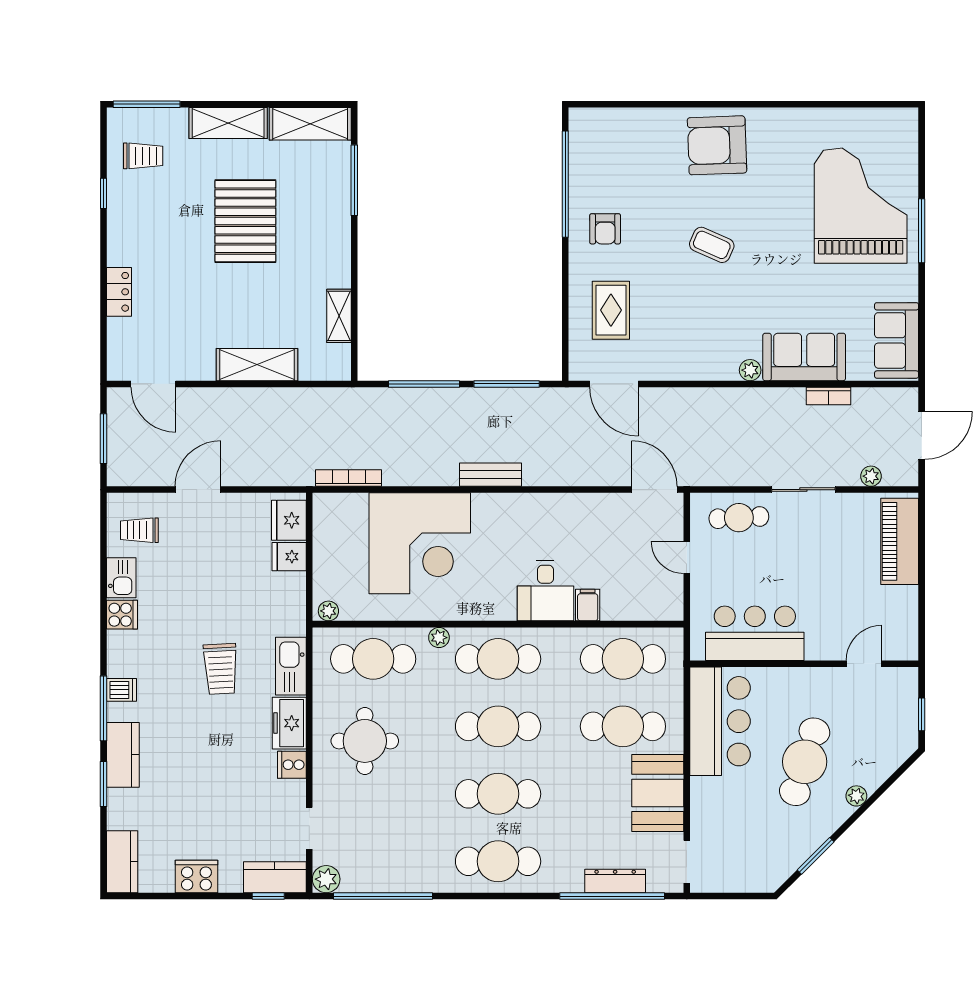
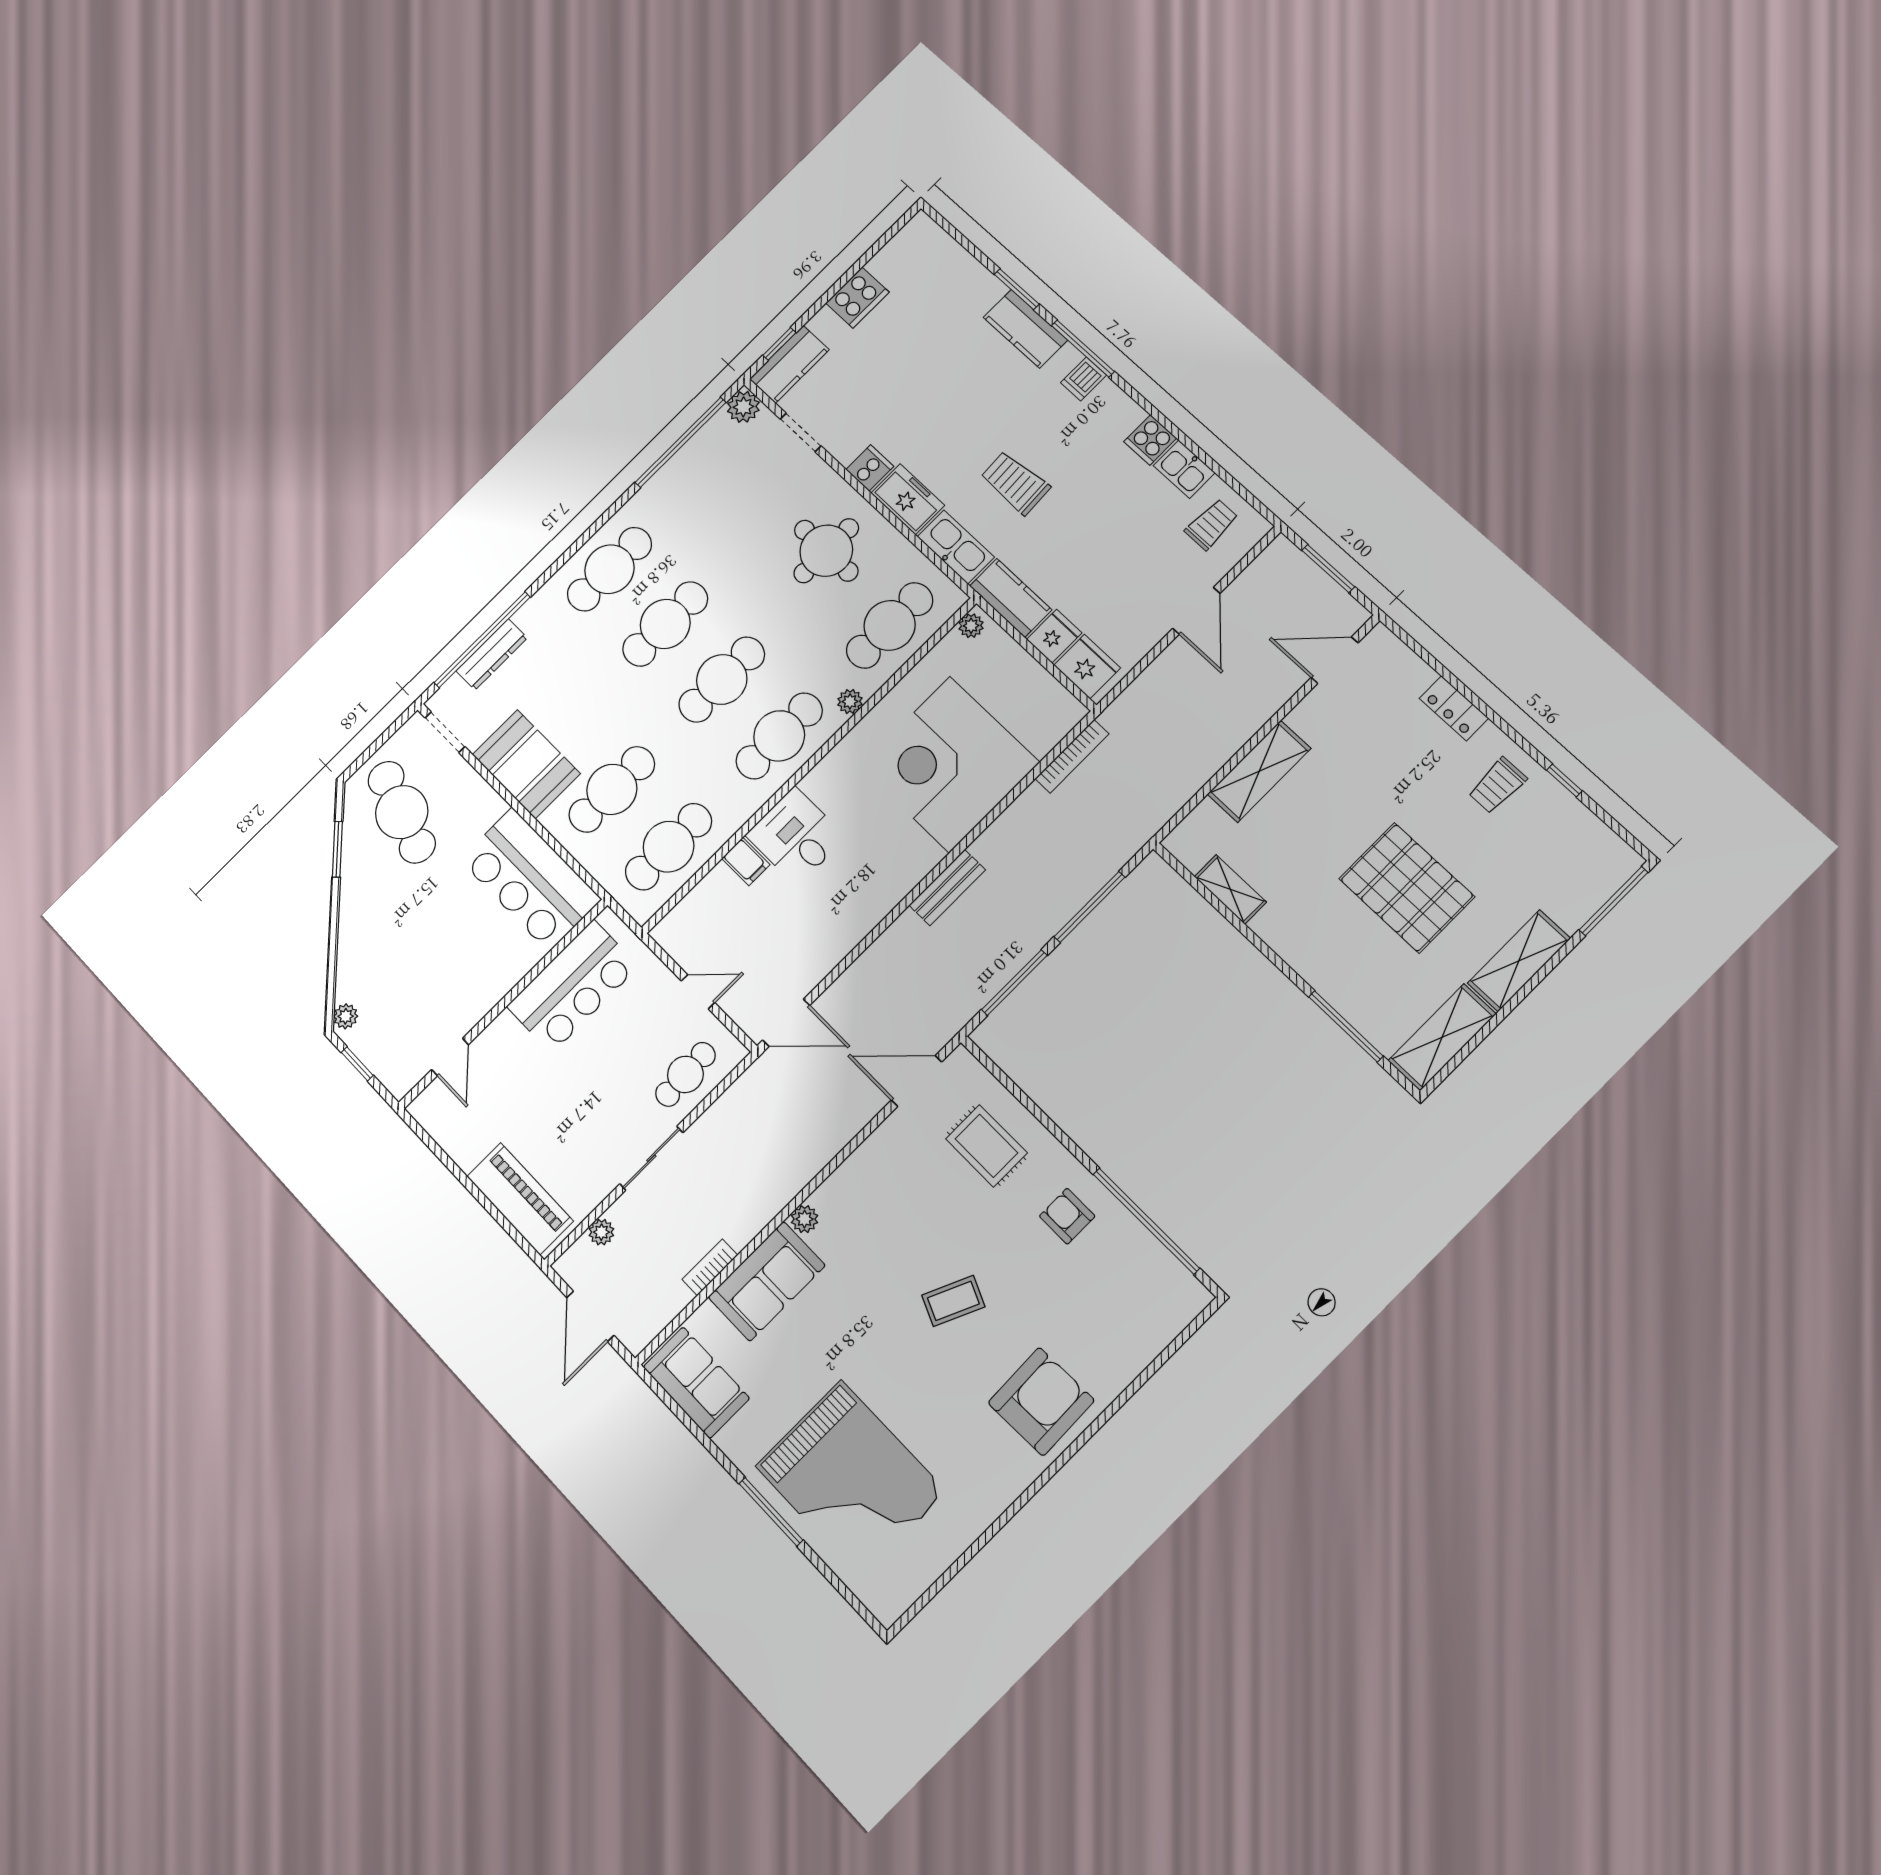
trolley: (143, 156) -> (1497, 785), moved
cafe table: (805, 762) -> (402, 812), moved
plant: (856, 796) -> (346, 1016), moved
kitchen counter: (122, 862) -> (1011, 598), moved, turned 180

